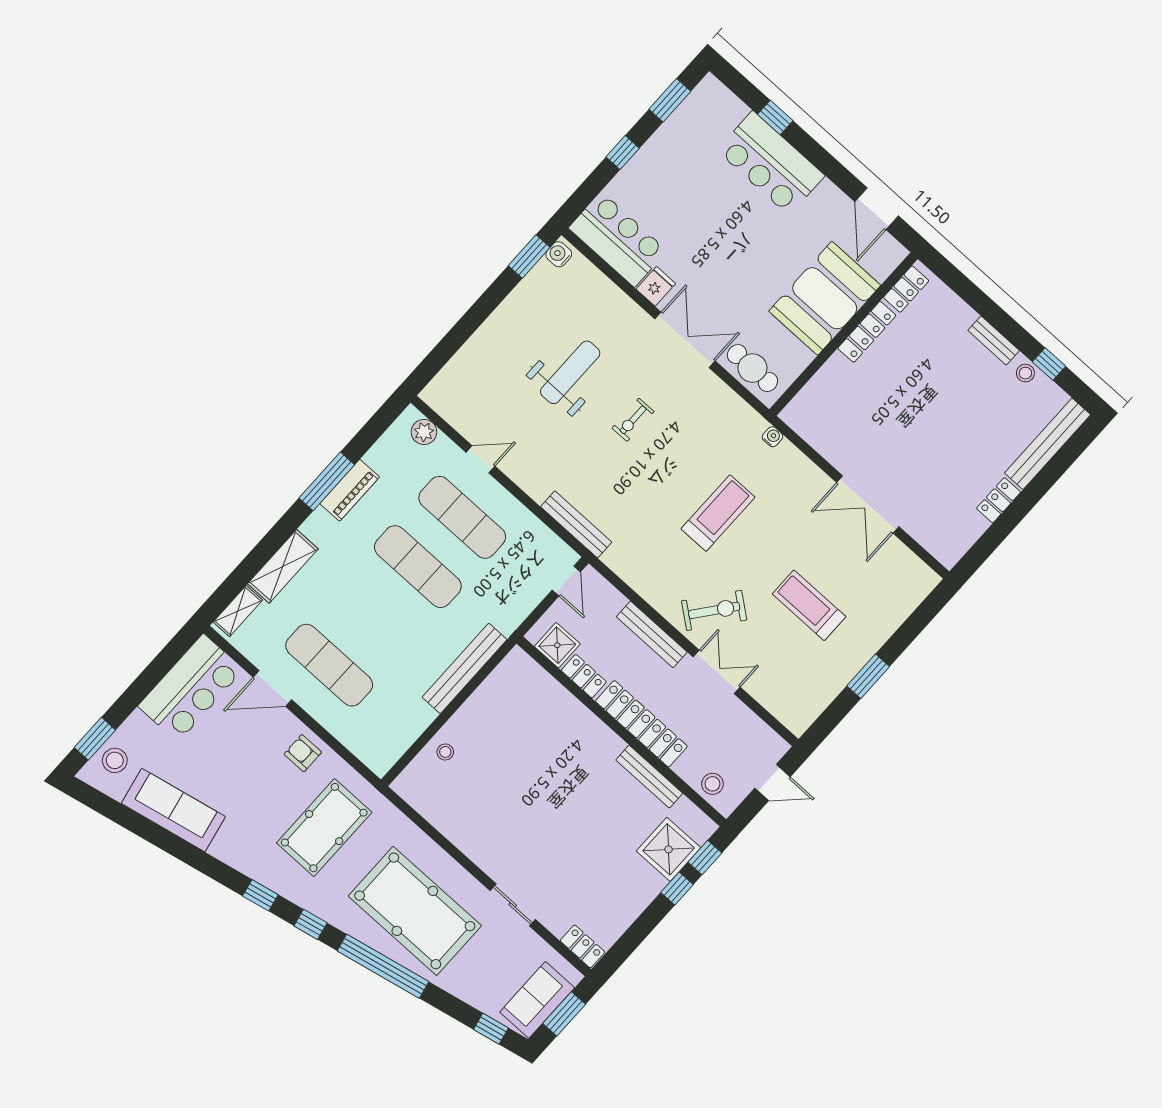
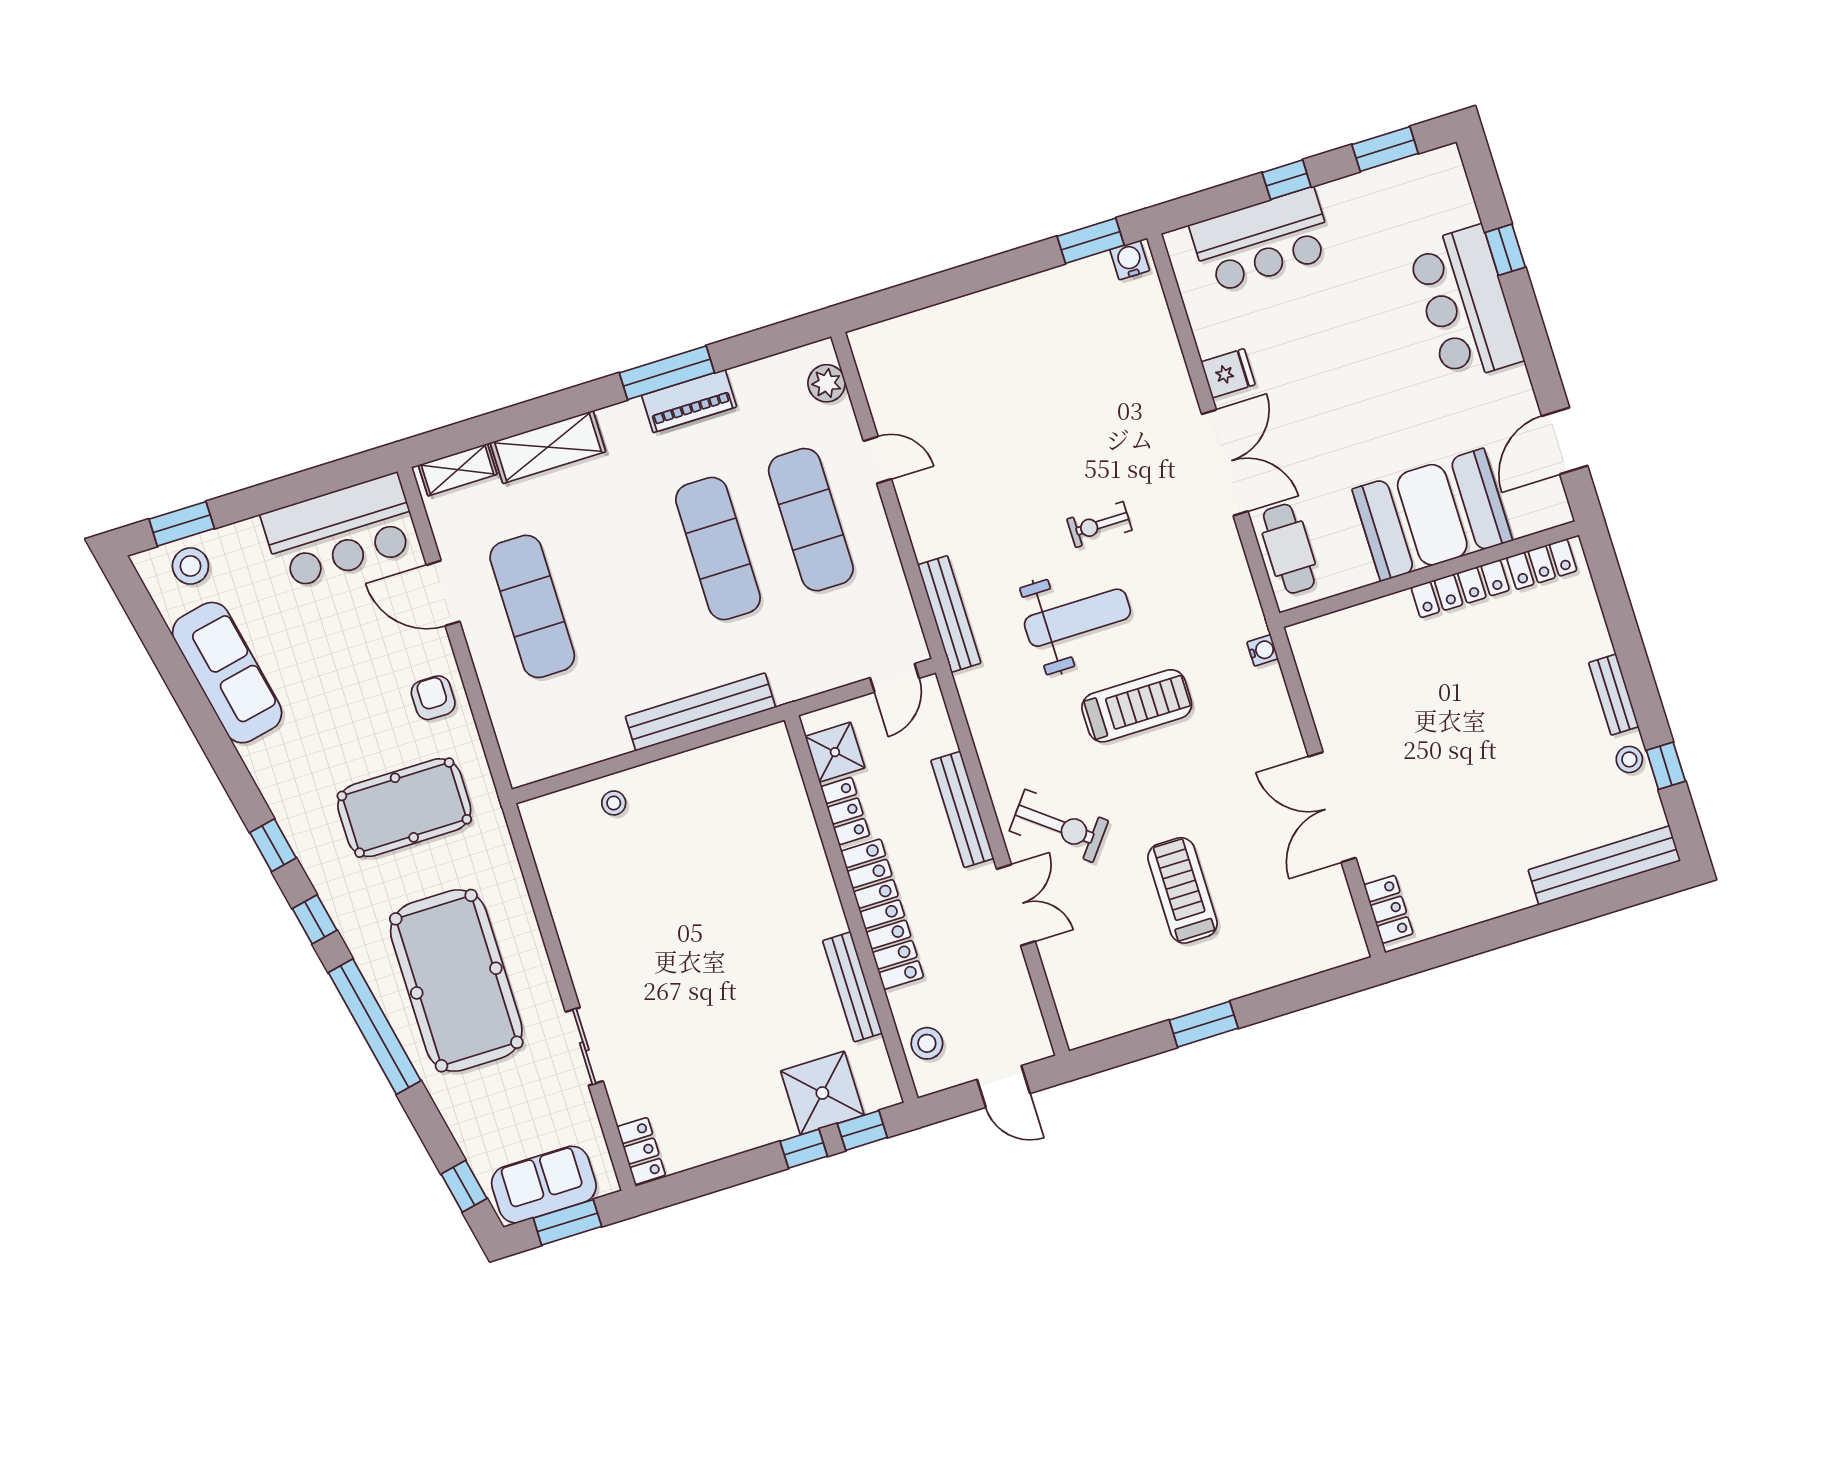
bar counter: (618, 239) -> (1262, 240), moved, turned 90
weight bench: (570, 372) -> (1077, 618), moved
locker: (999, 500) -> (1388, 909), moved, turned 90

